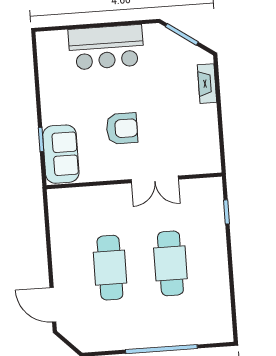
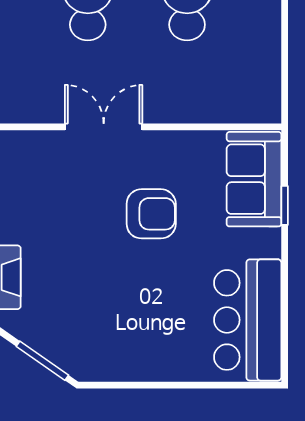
bar counter: (106, 47) -> (248, 320), moved, turned -90
armchair: (122, 128) -> (151, 214), turned 180

